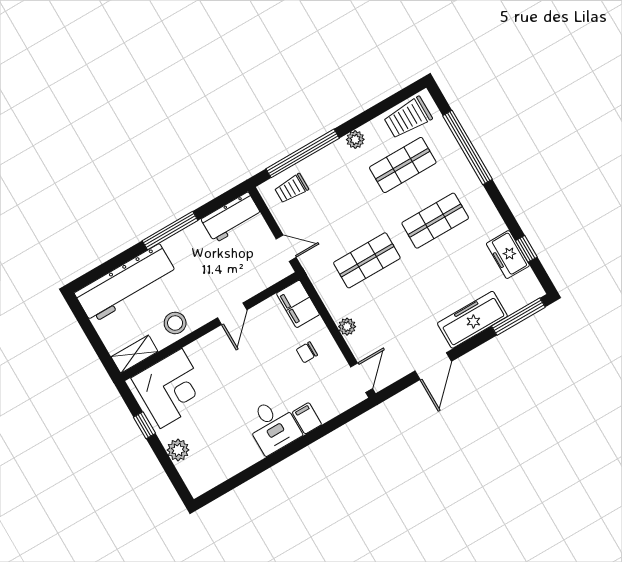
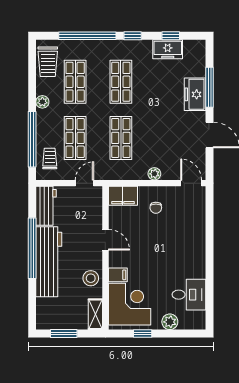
trolley: (291, 188) -> (50, 159), turned 180
window: (499, 202) -> (133, 36), added
shop shelf: (335, 205) -> (75, 138), added
window: (170, 231) -> (32, 248), width x1.46
workbench: (126, 284) -> (49, 262), moved
window: (518, 317) -> (210, 87), moved
freezer: (472, 320) -> (195, 94), width x0.71
window: (89, 329) -> (64, 334), added
filing cabinet: (307, 418) -> (118, 275), moved, turned 180
desk: (273, 426) -> (189, 295), moved

